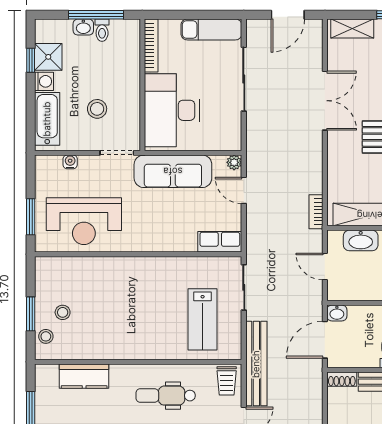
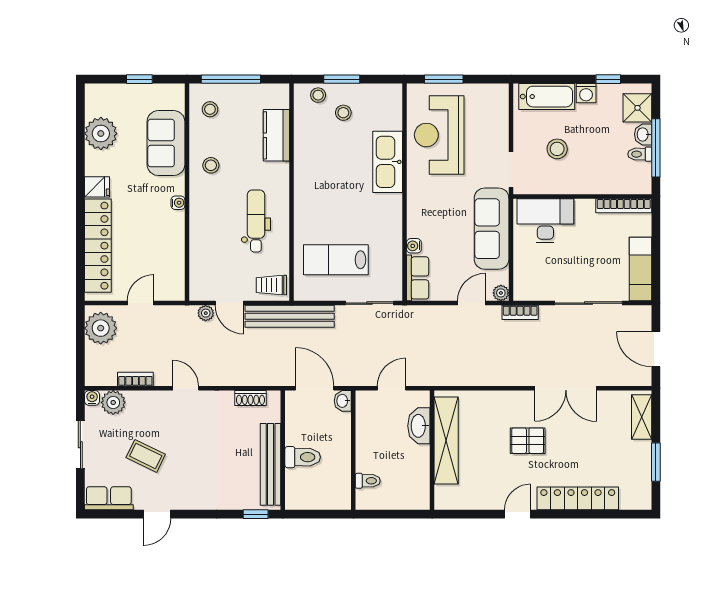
shower: (48, 57) -> (637, 108), moved
desk: (172, 110) -> (545, 221), width x0.73, depth x0.77
water cooler: (70, 162) -> (414, 246), moved, turned 180
bookcase: (316, 212) -> (520, 312), moved, turned 180
kitchen sink: (109, 270) -> (388, 162), added
shoe rack: (342, 379) -> (251, 398), moved, turned -90

